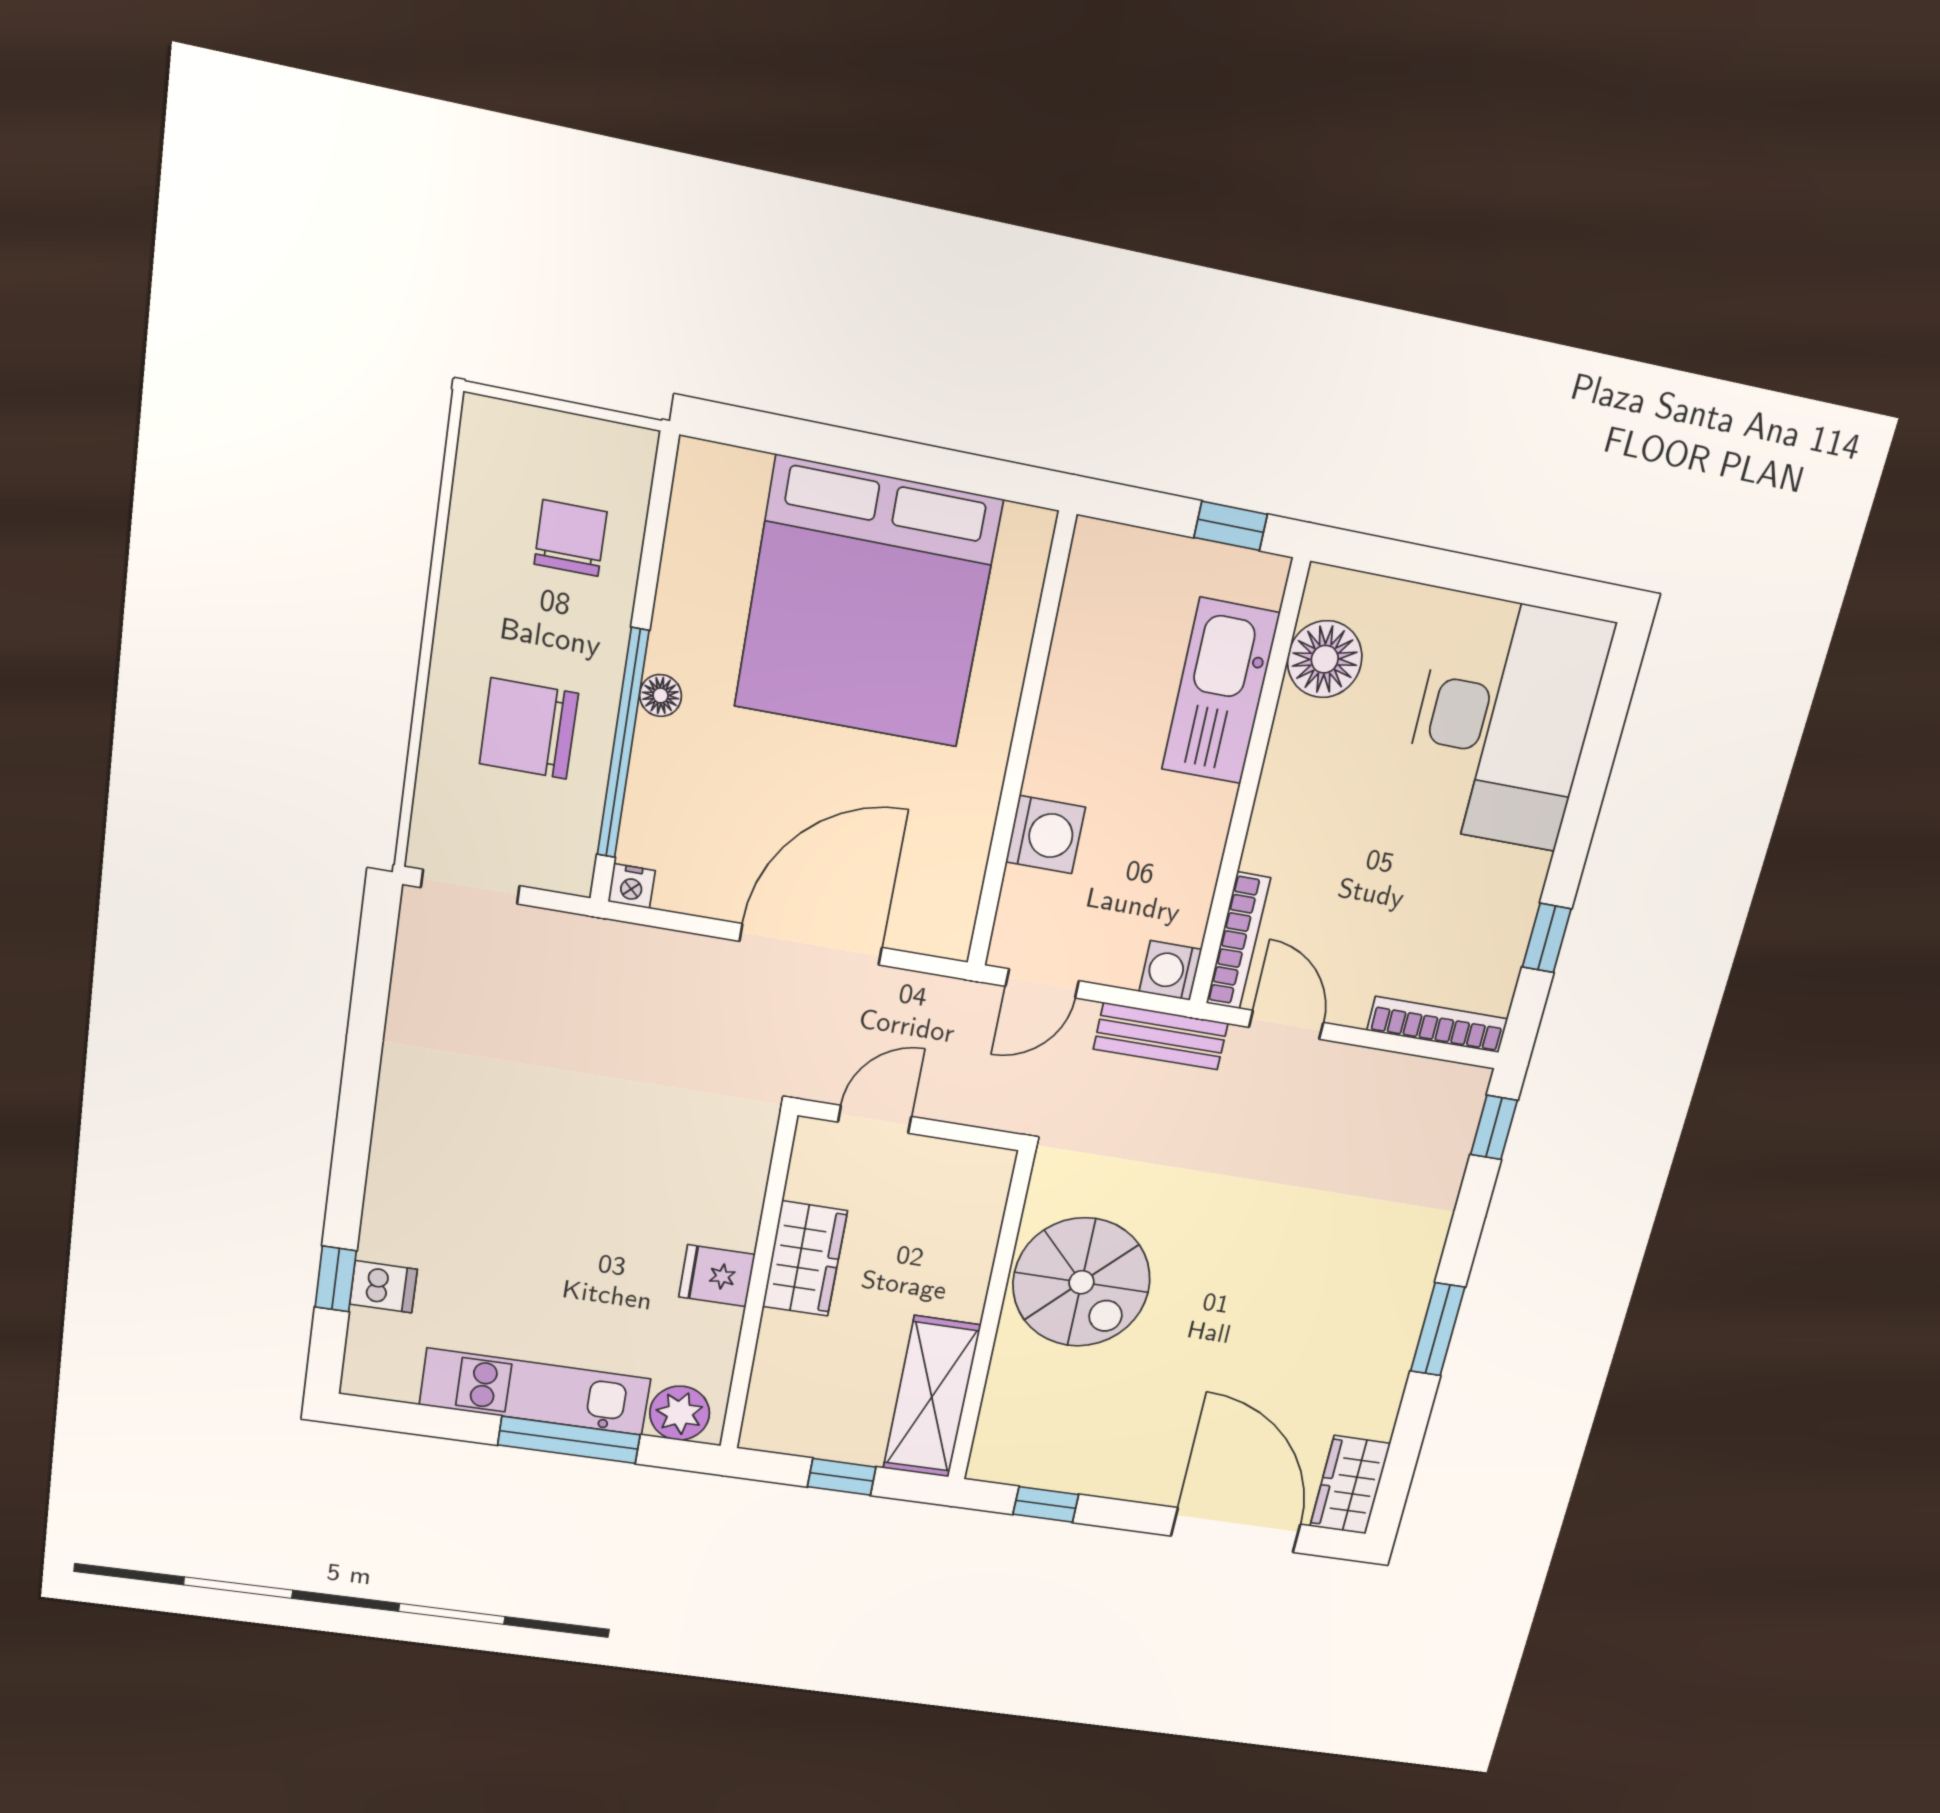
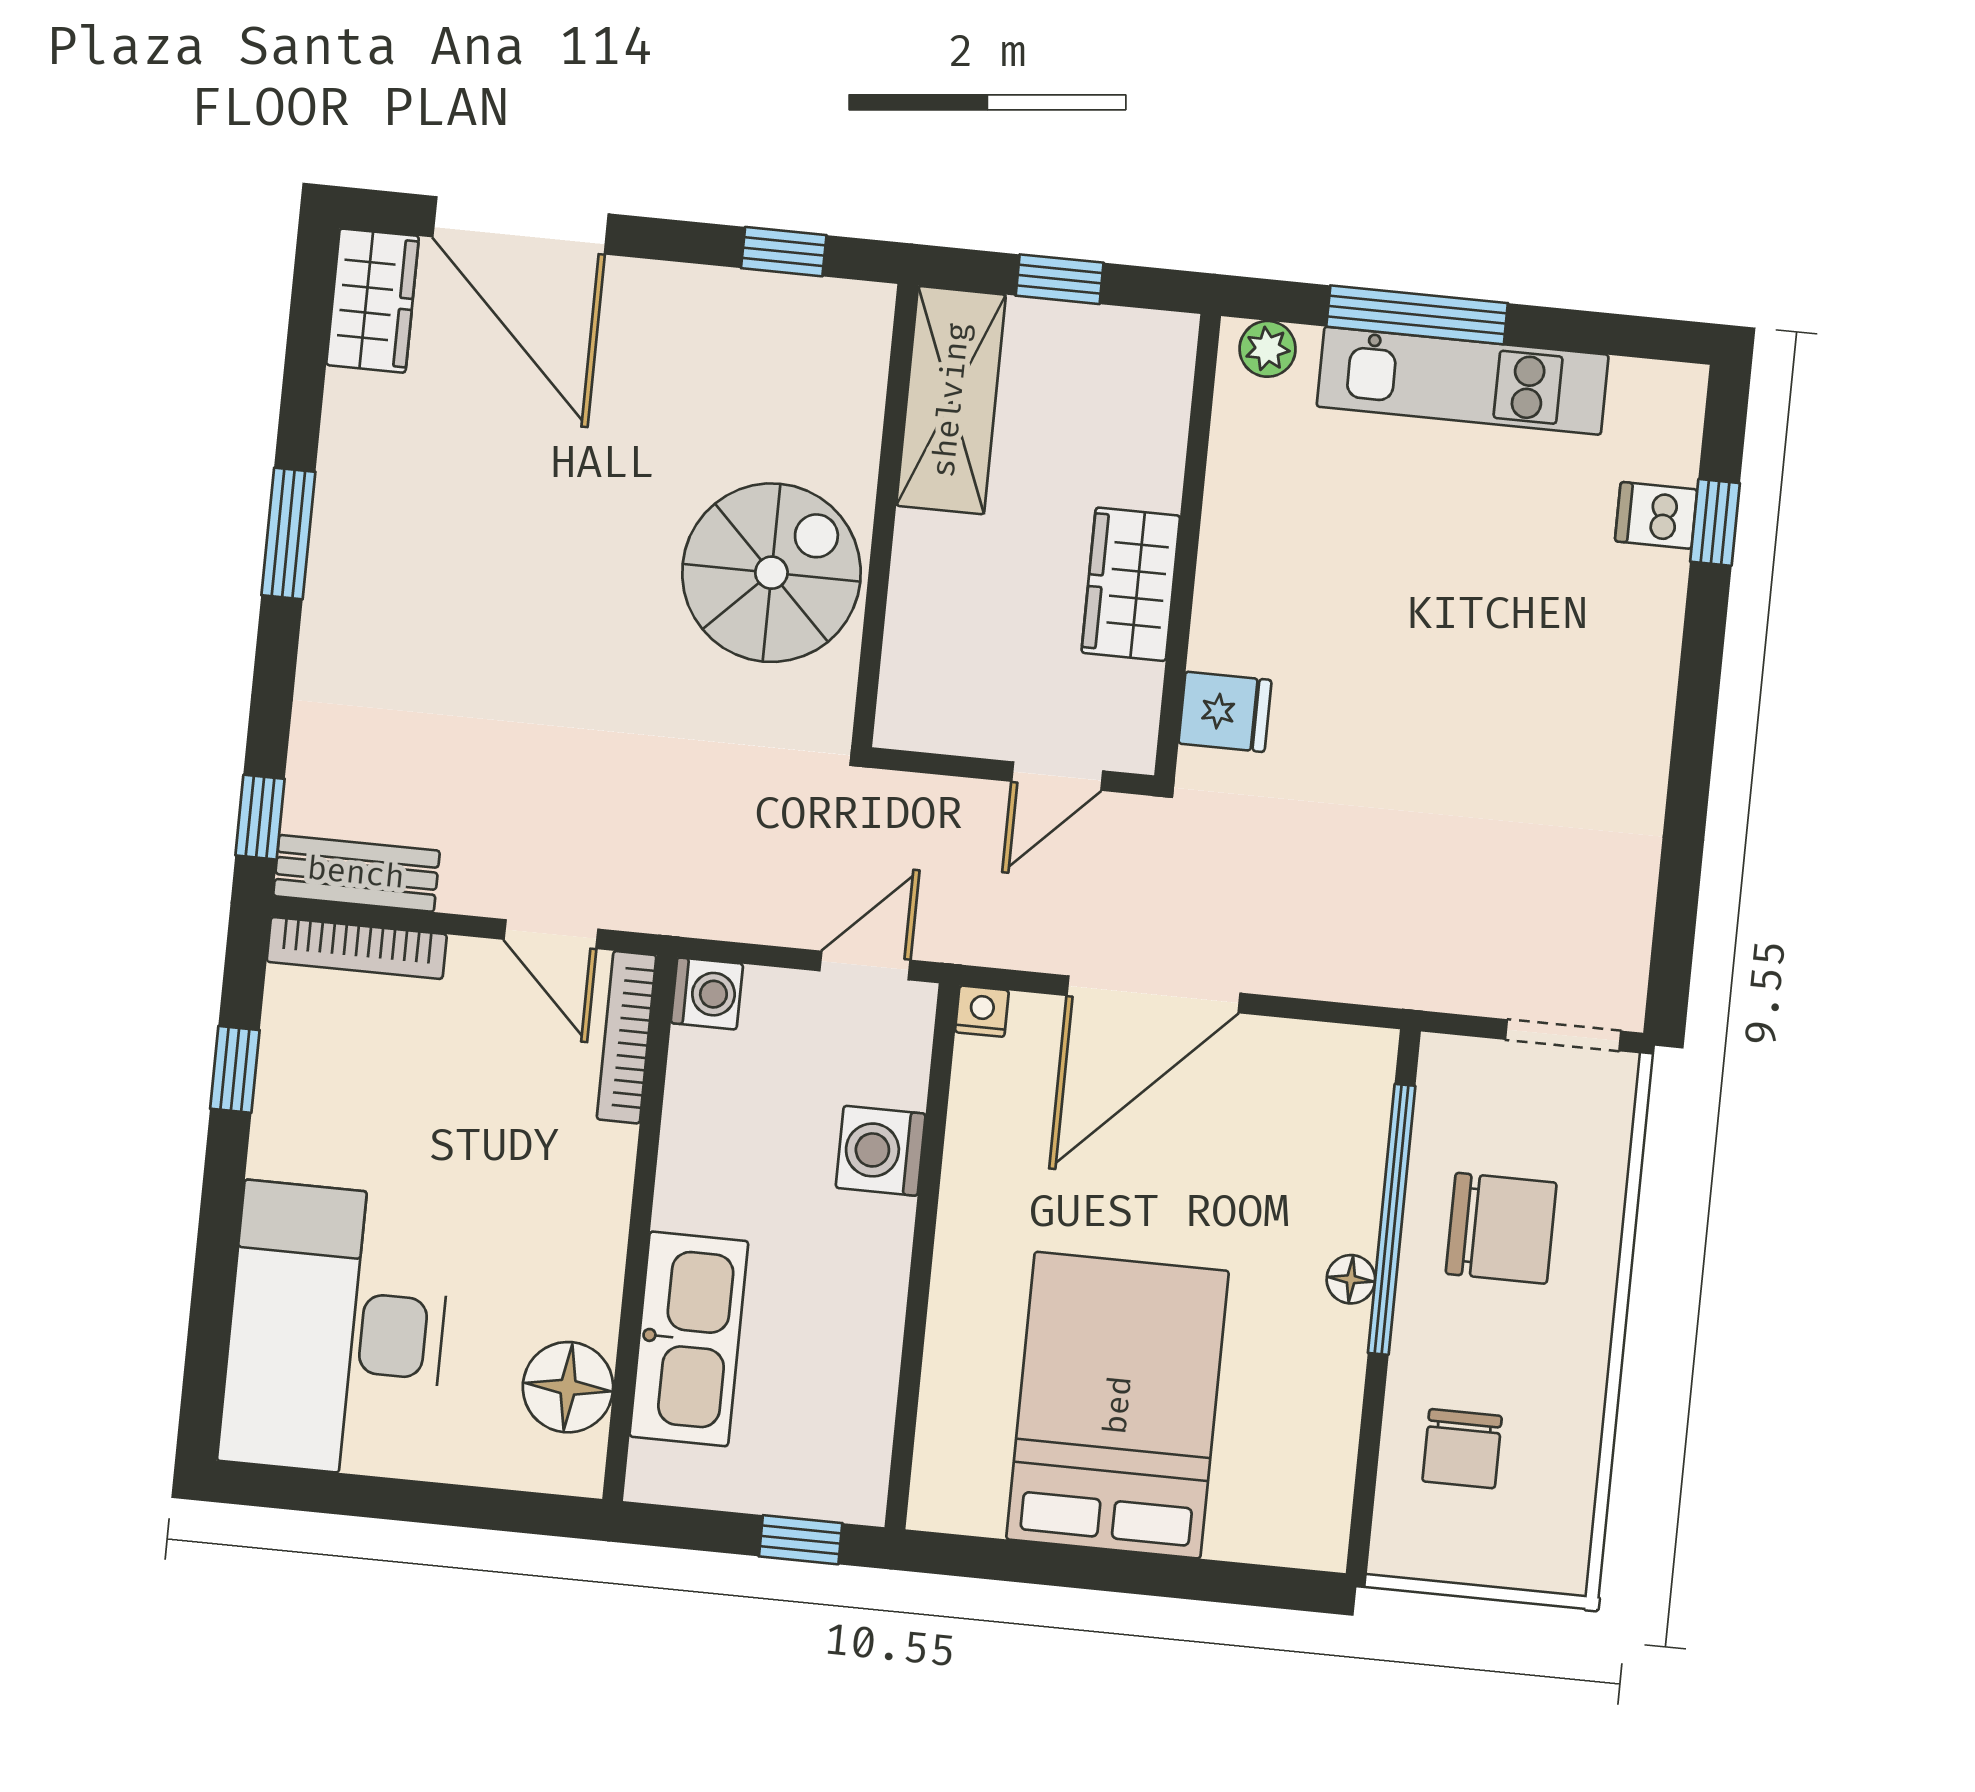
window: (1231, 526) -> (801, 1540), moved
bed: (868, 603) -> (1118, 1405), width x0.73
nightstand: (632, 886) -> (982, 1011), moved
bench: (1161, 1036) -> (356, 873), moved
fridge: (717, 1276) -> (1225, 712), moved
spiral stairs: (1081, 1282) -> (771, 573), turned 90
plant: (680, 1413) -> (1268, 349), width x0.73, depth x0.73

